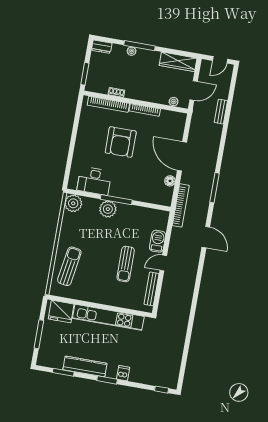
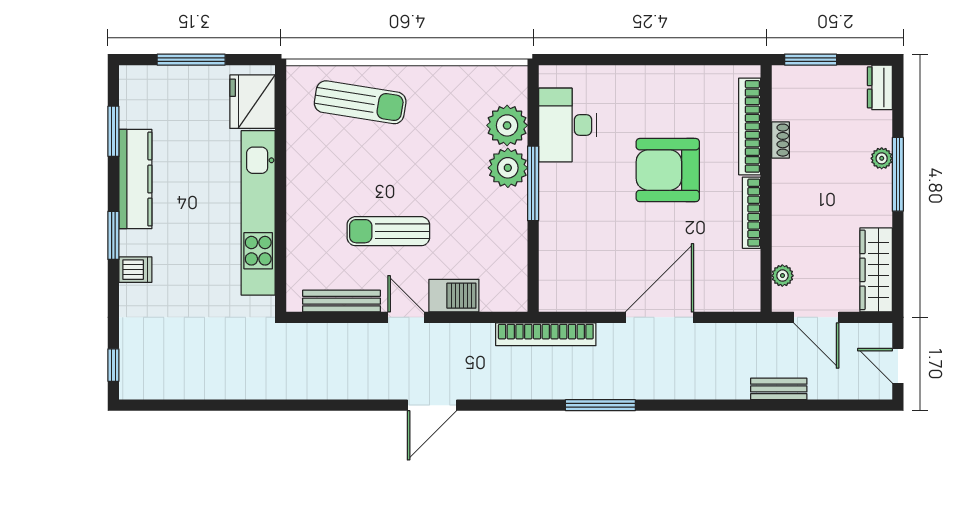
floor lamp: (170, 181) -> (598, 300), removed
plant: (73, 203) -> (507, 125), moved
door: (206, 237) -> (432, 405), moved

